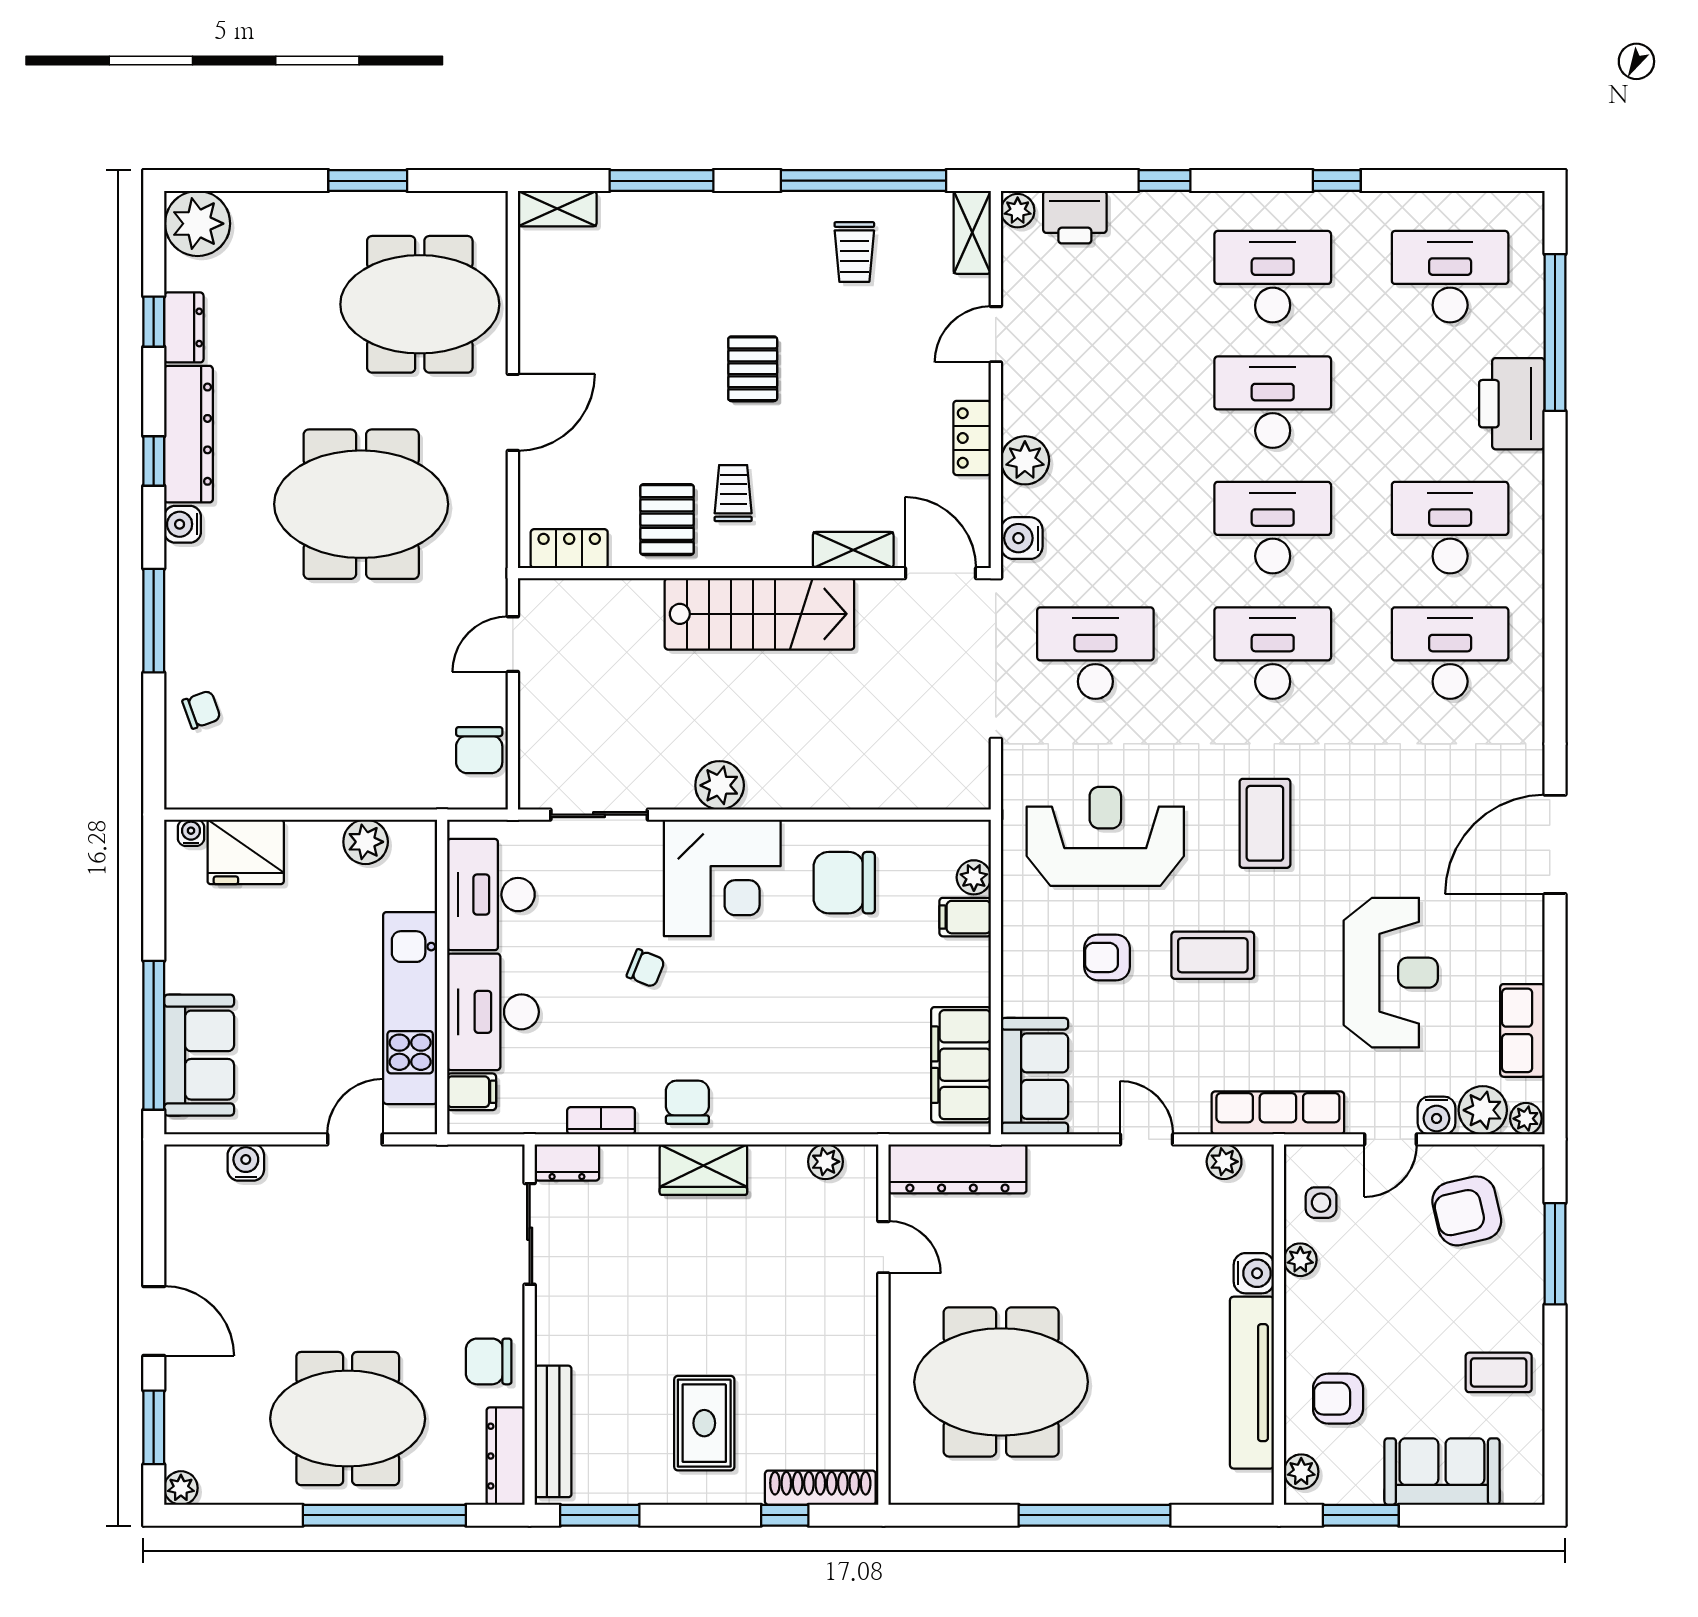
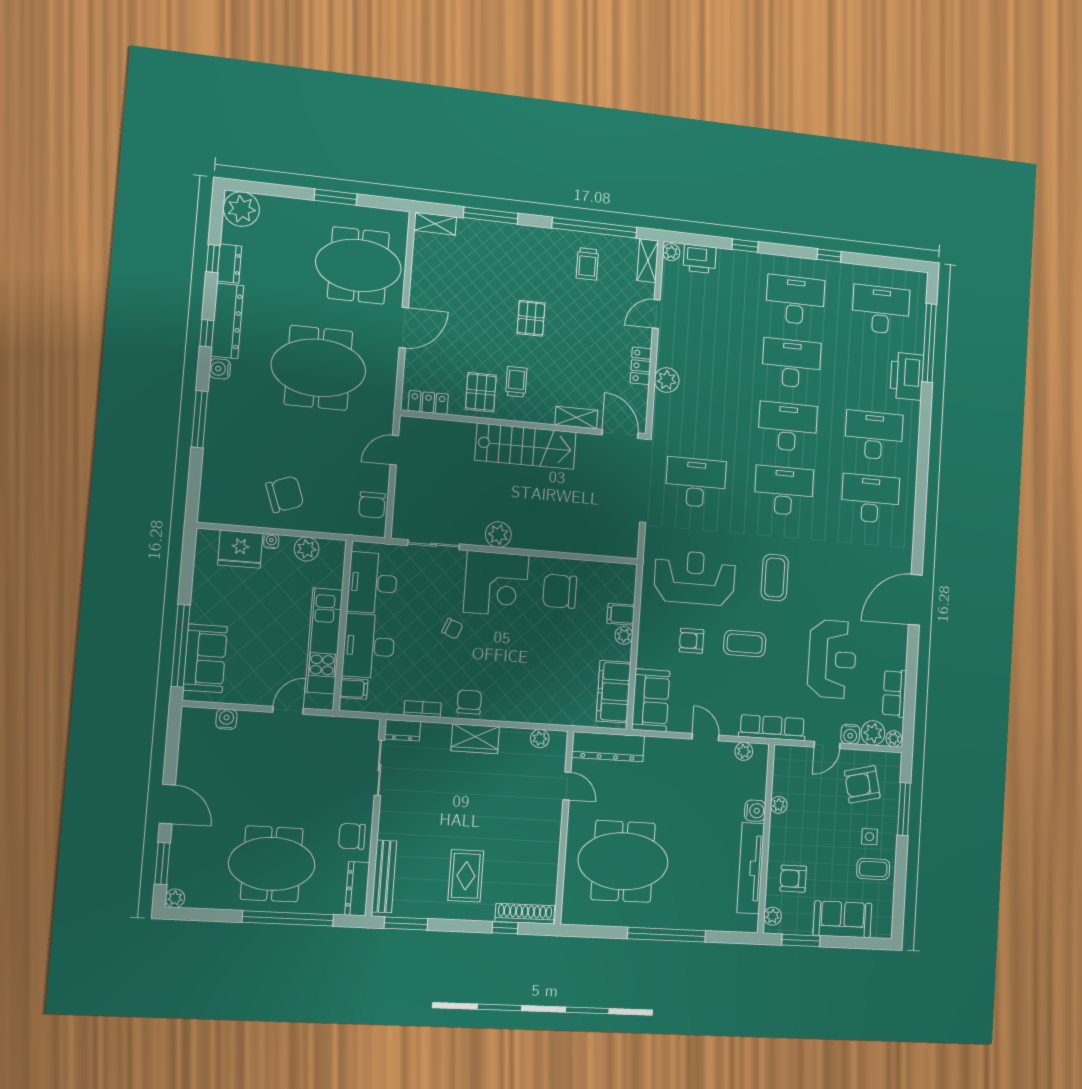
water cooler: (1022, 538) -> (662, 420), removed
chair: (201, 710) -> (285, 494), moved, width x1.87, depth x1.87
water cooler: (191, 833) -> (271, 541), moved
plant: (974, 877) -> (624, 635), moved
side table: (1321, 1203) -> (870, 837), moved

